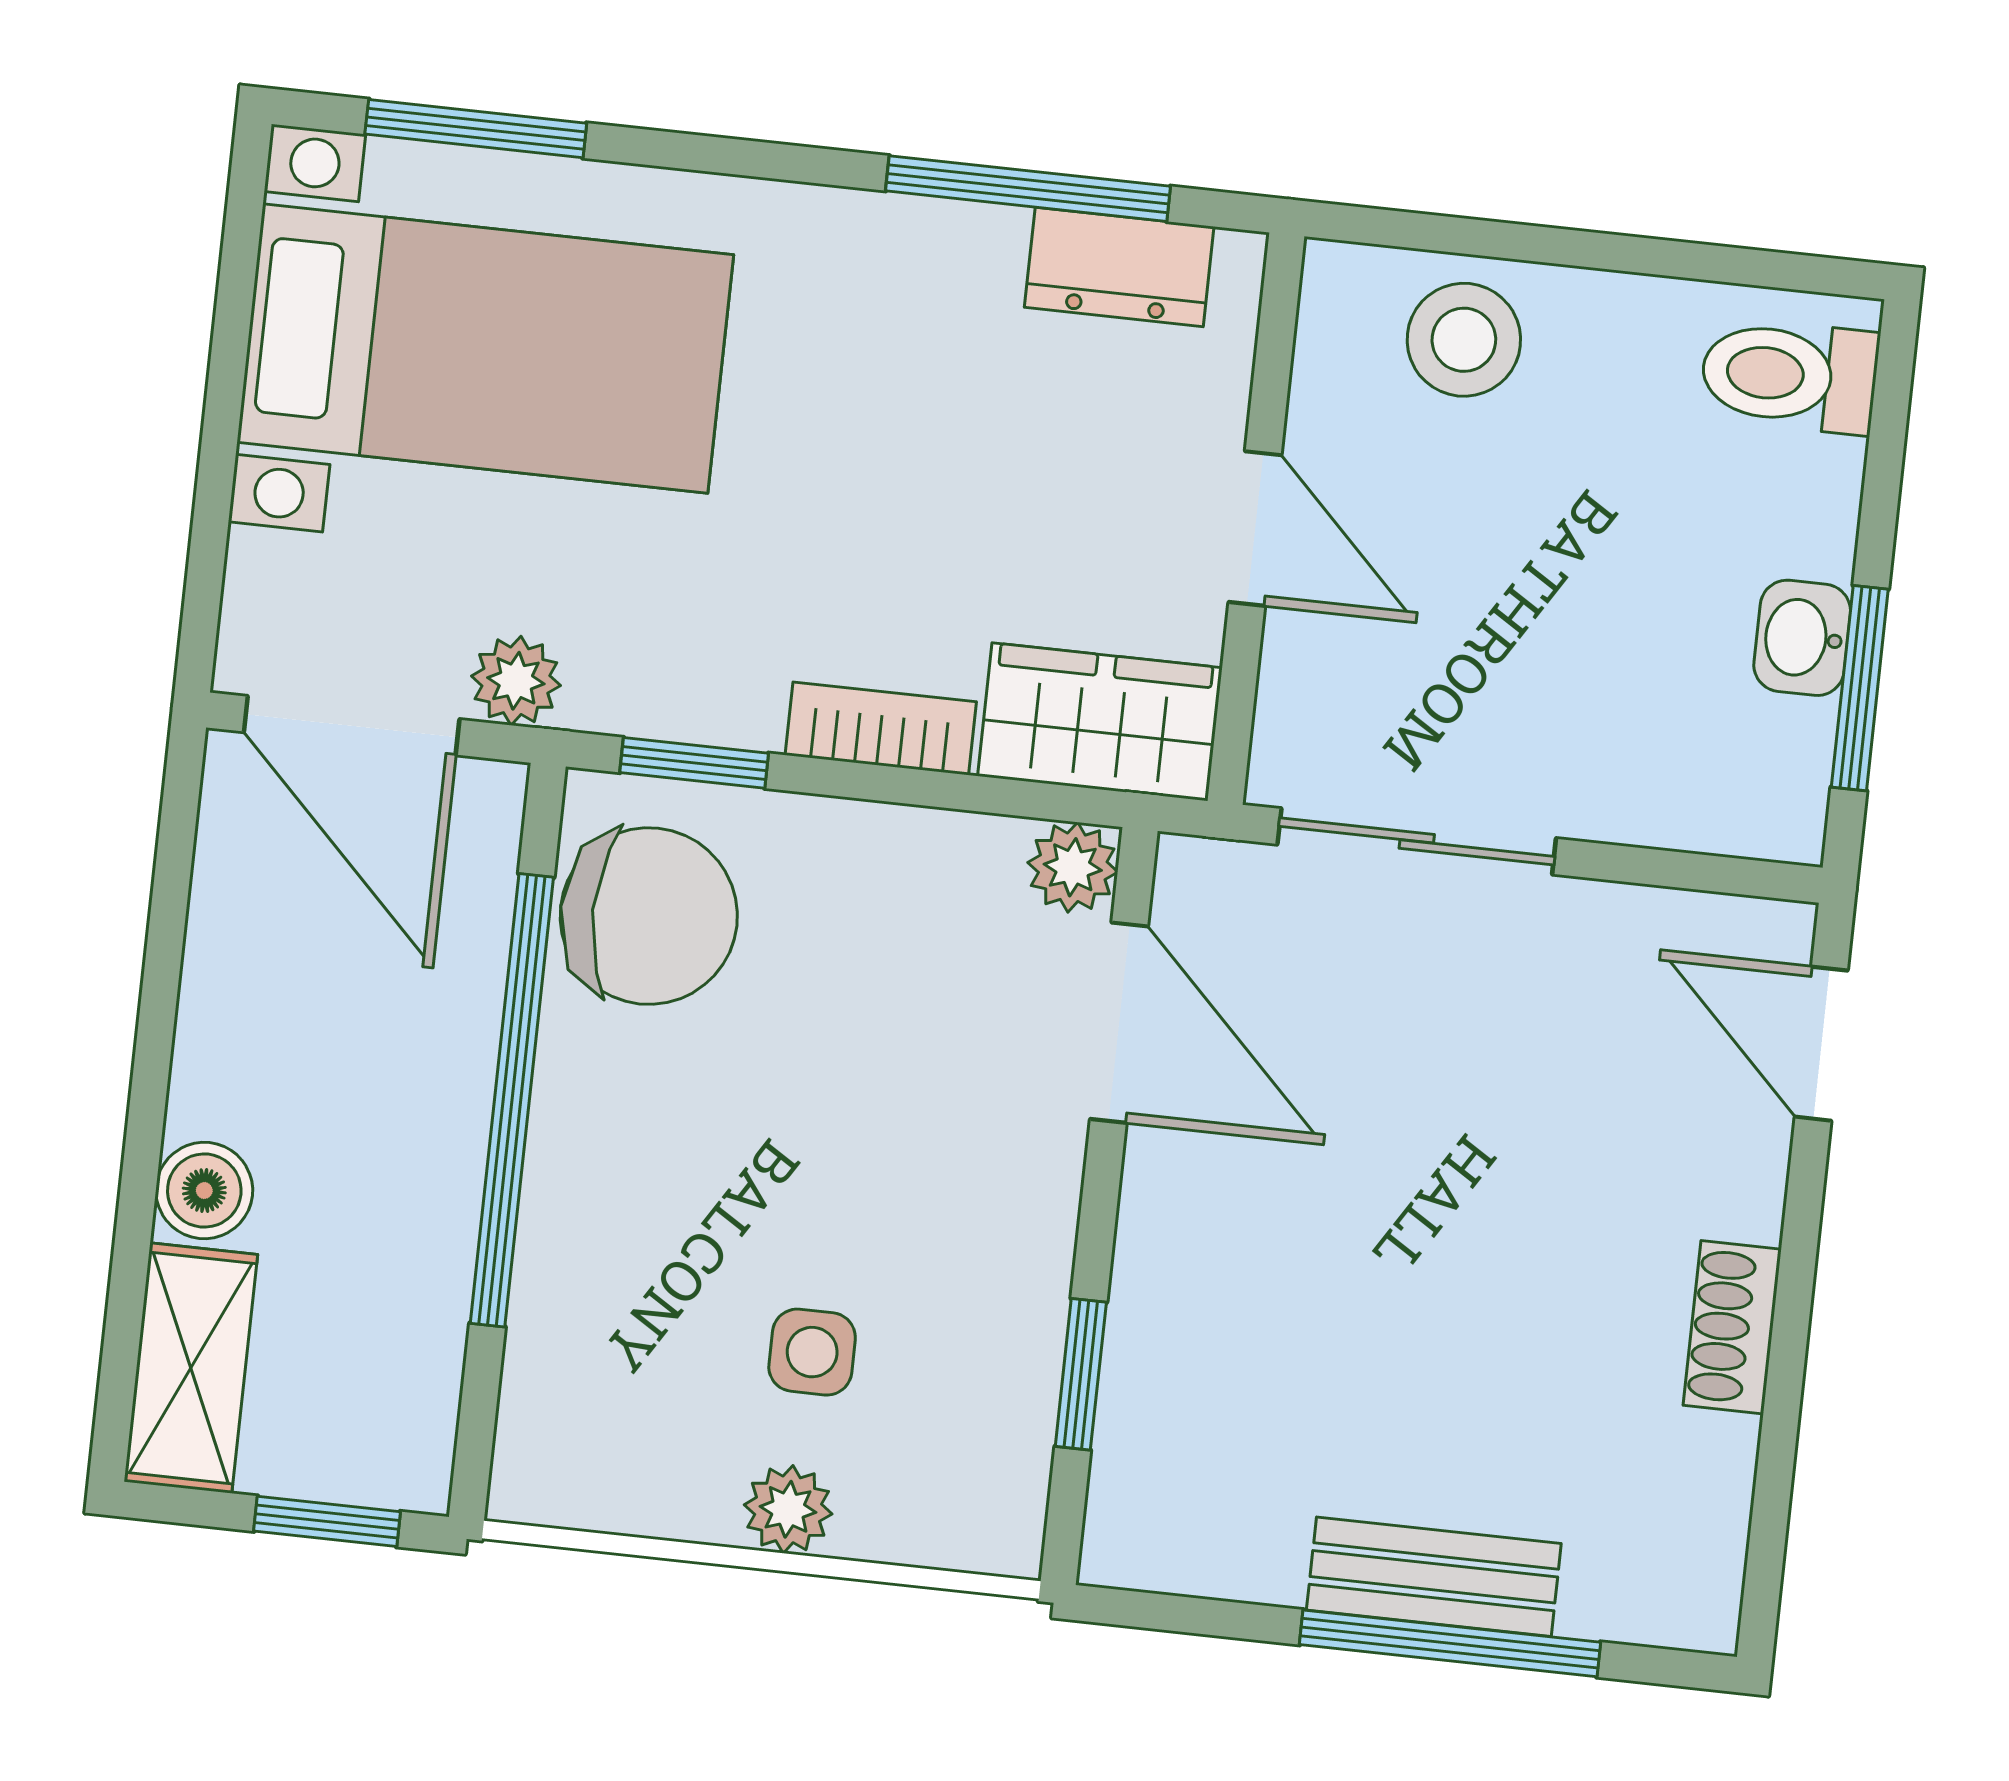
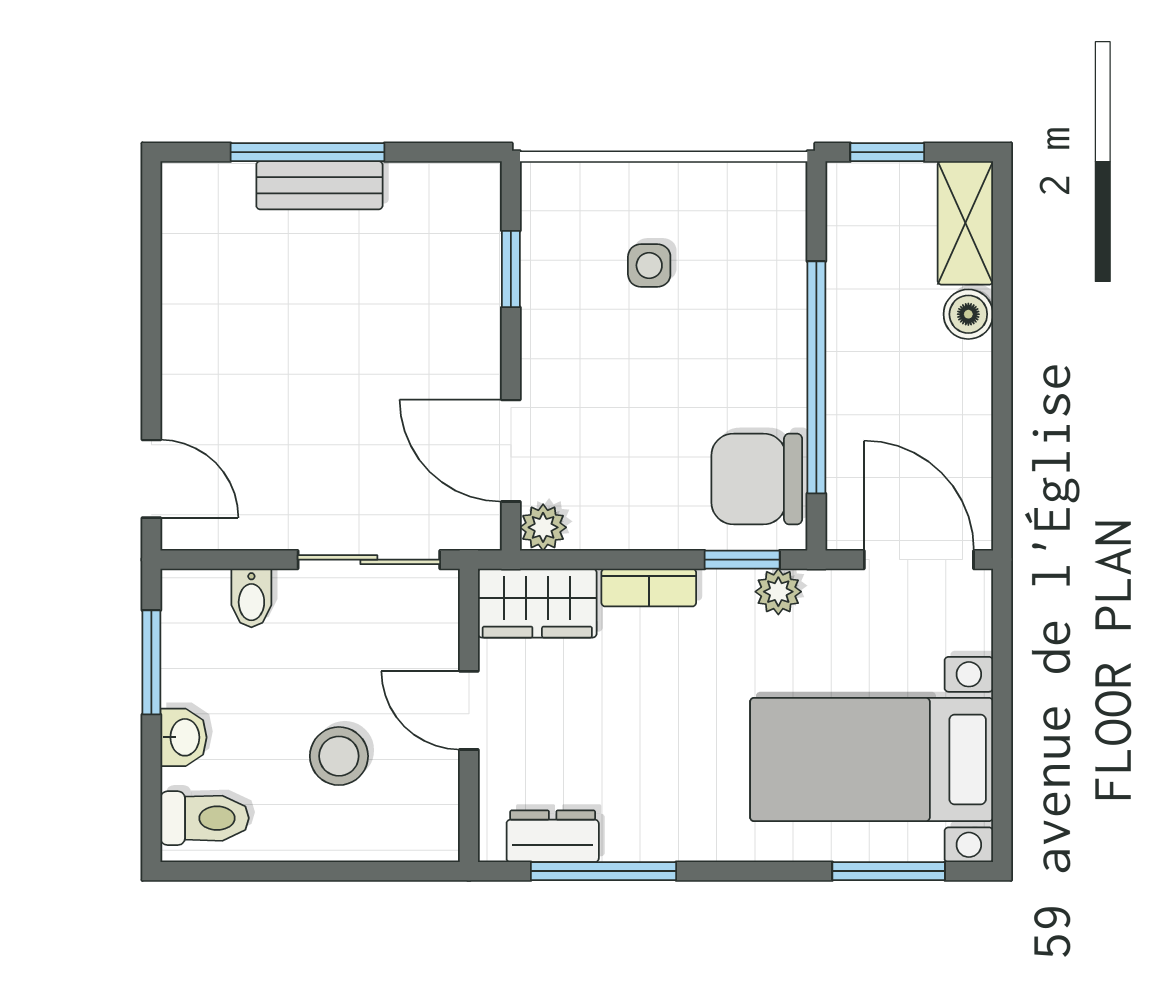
stool: (1464, 340) -> (339, 756), moved
washbasin: (1802, 638) -> (183, 737), moved
plant: (516, 681) -> (778, 592), moved
bidet: (1652, 792) -> (251, 598), added
shoe rack: (1732, 1327) -> (181, 329), removed
plant: (788, 1509) -> (653, 184), removed

